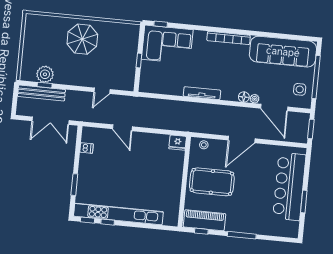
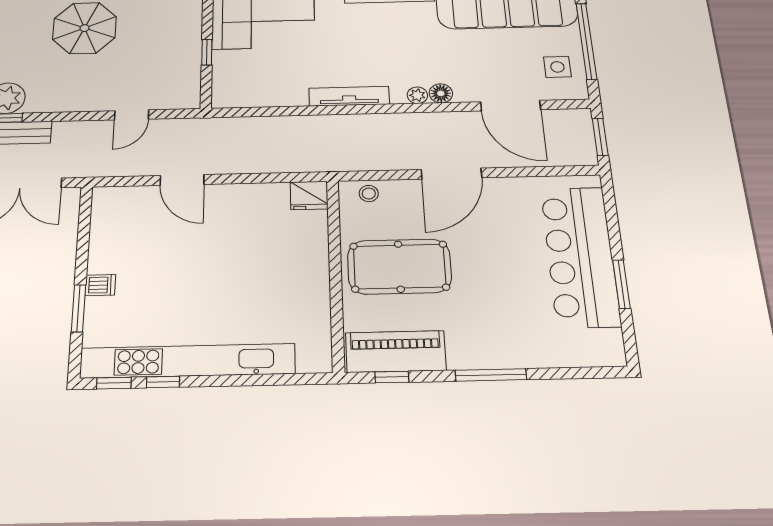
plant: (255, 99) -> (417, 95), moved
dishwasher: (87, 148) -> (100, 285), moved

